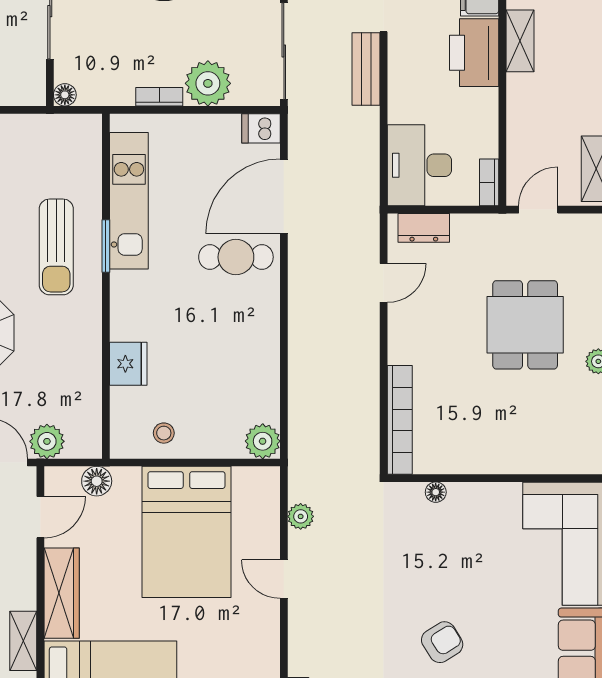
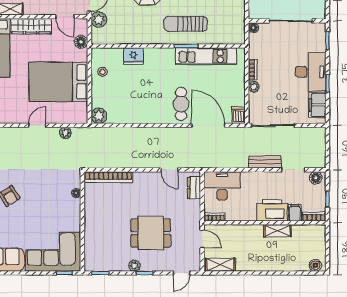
plant: (208, 83) -> (254, 87), width x0.53, depth x0.53

